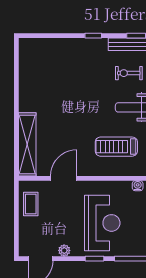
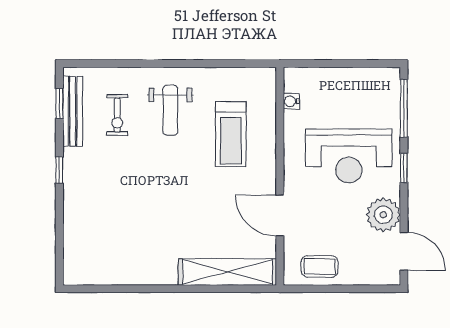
reception desk: (102, 223) -> (349, 156), turned 180
plant: (64, 250) -> (383, 215), width x1.87, depth x1.87

